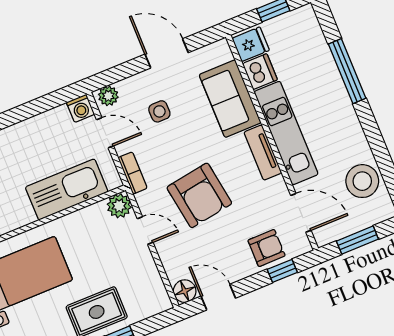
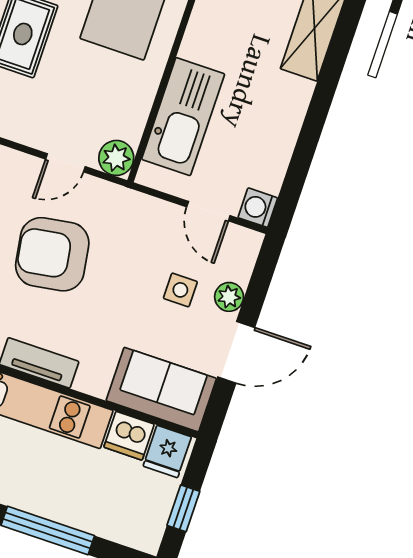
plant: (108, 96) -> (229, 297), moved
sofa: (230, 99) -> (161, 390), moved
door: (105, 133) -> (208, 211), hinge flipped
bookcase: (133, 173) -> (139, 203), removed

